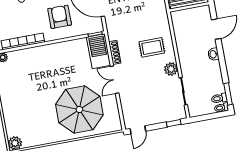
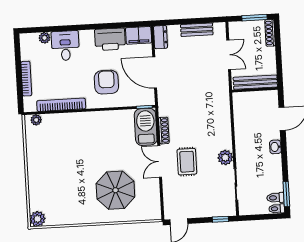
rug: (152, 47) -> (187, 162), moved, turned 90
parasol: (79, 110) -> (115, 190), width x0.73, depth x0.73

